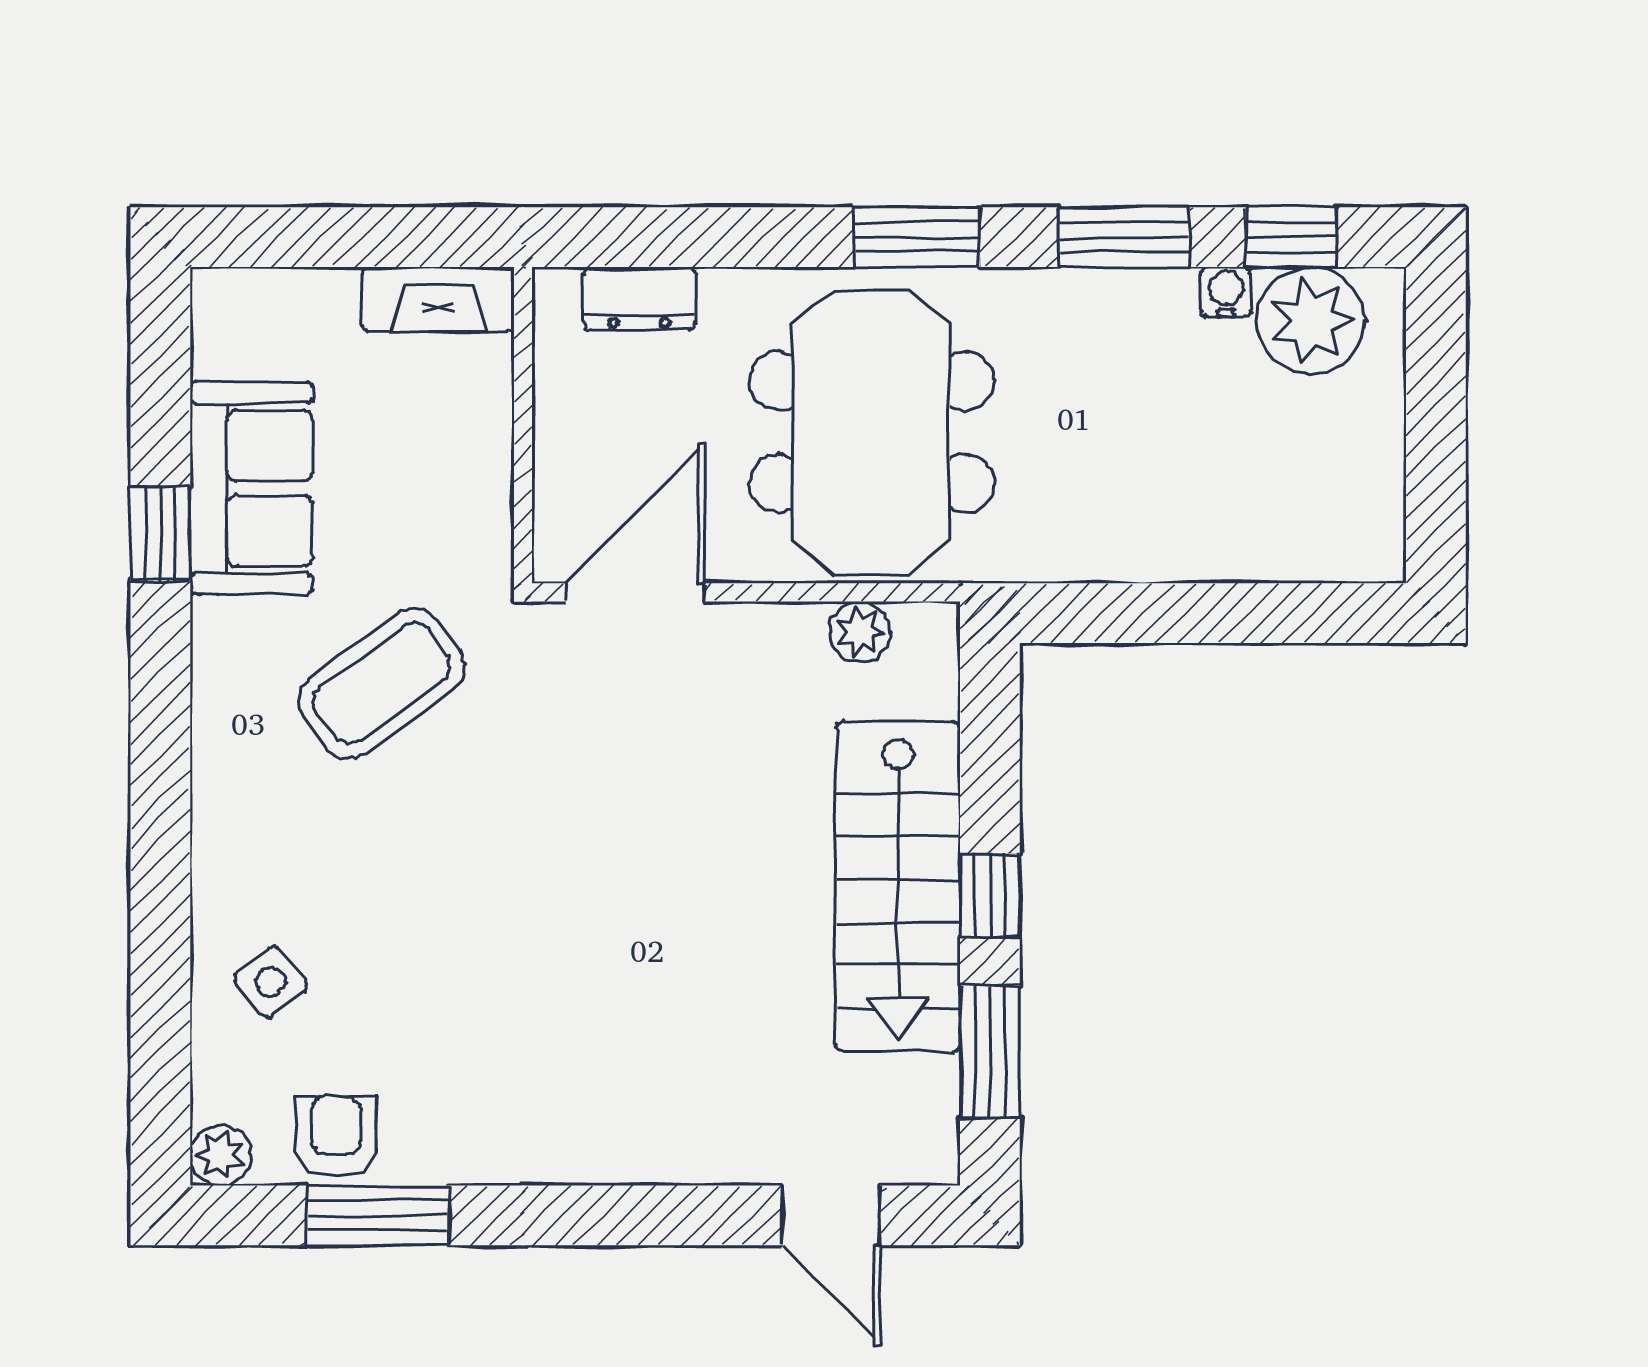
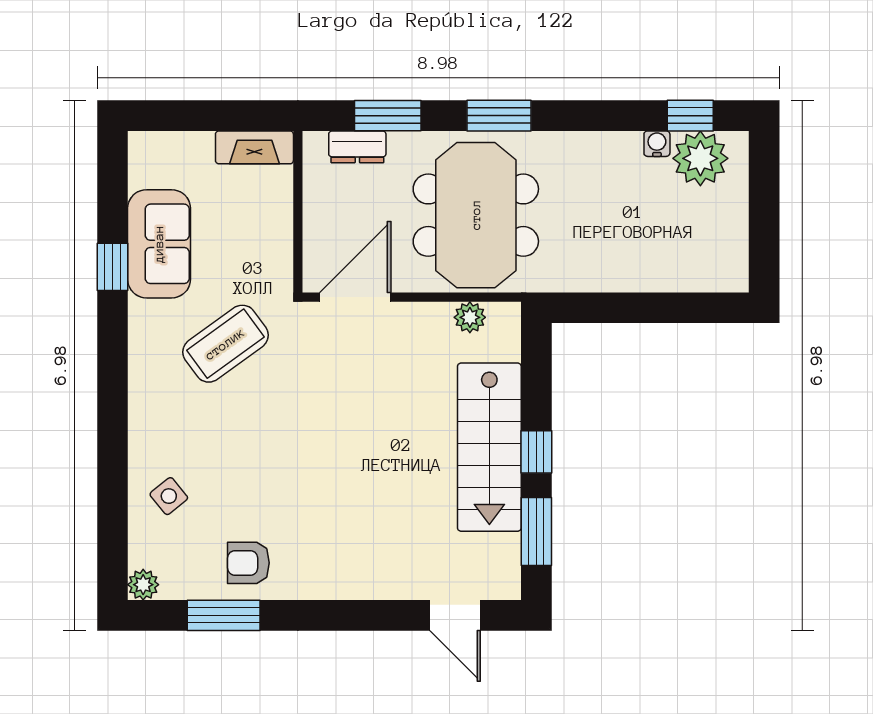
window: (1124, 237) -> (388, 116), moved
armchair: (336, 1136) -> (248, 563), moved, turned -90

